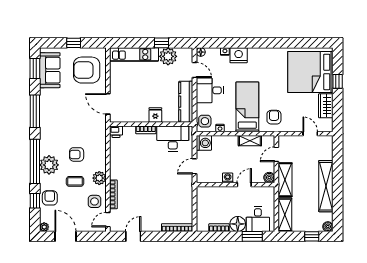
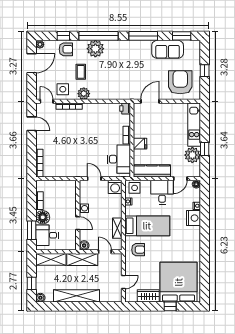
sofa: (50, 70) -> (168, 49), moved
armchair: (77, 154) -> (105, 73), removed

